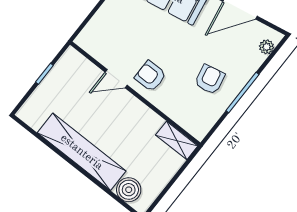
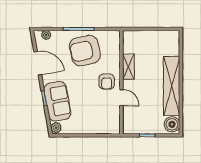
armchair: (210, 79) -> (85, 51), width x1.88, depth x1.88
shelving: (177, 140) -> (128, 67), moved
boiler: (129, 190) -> (172, 124), moved

